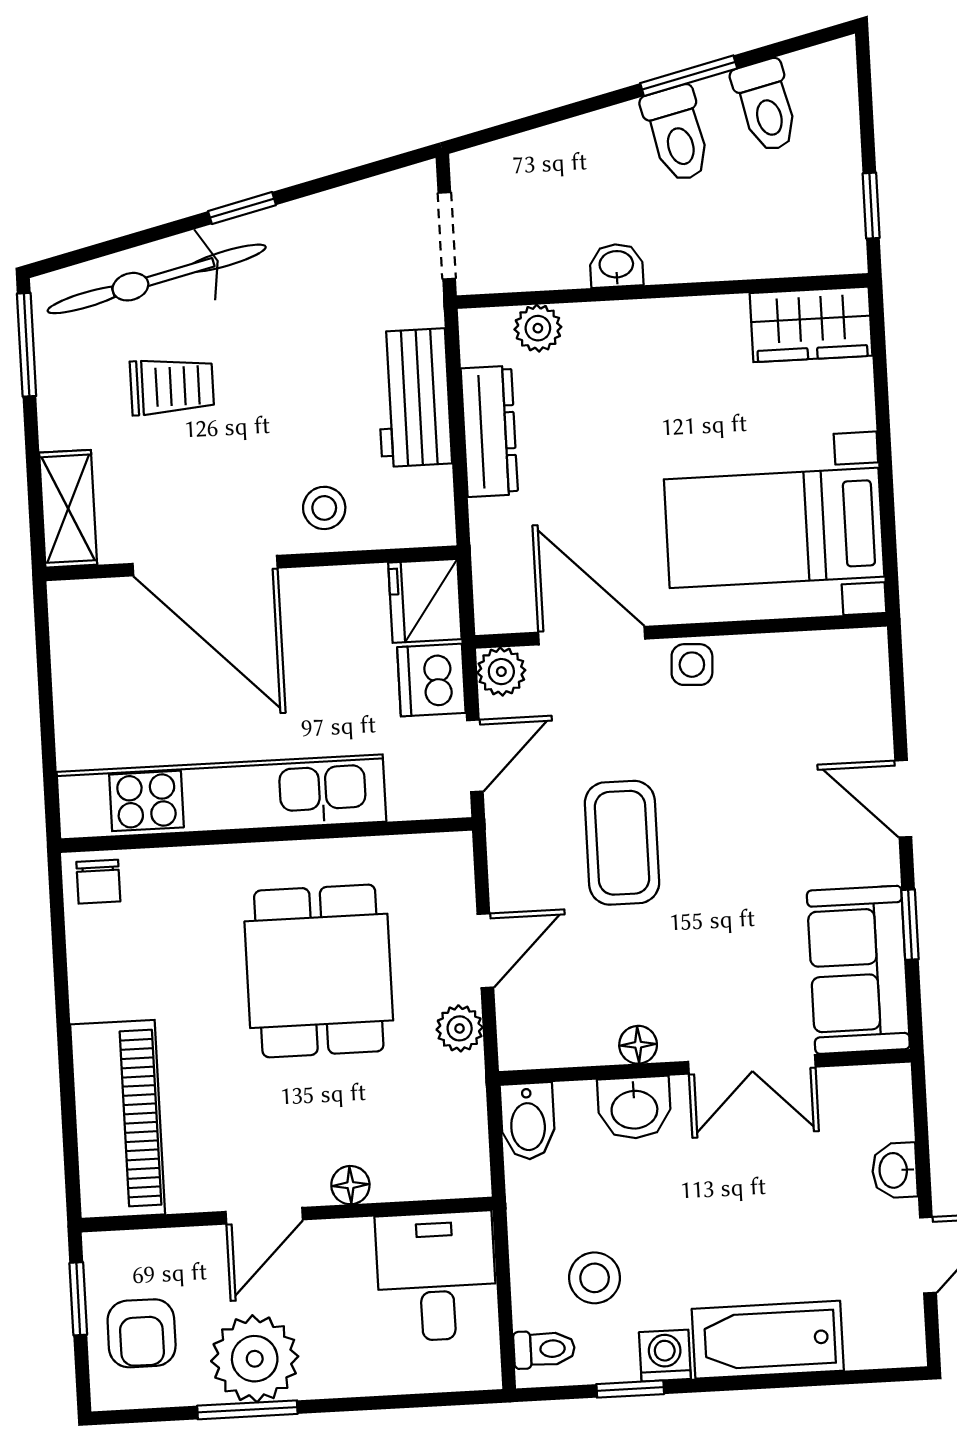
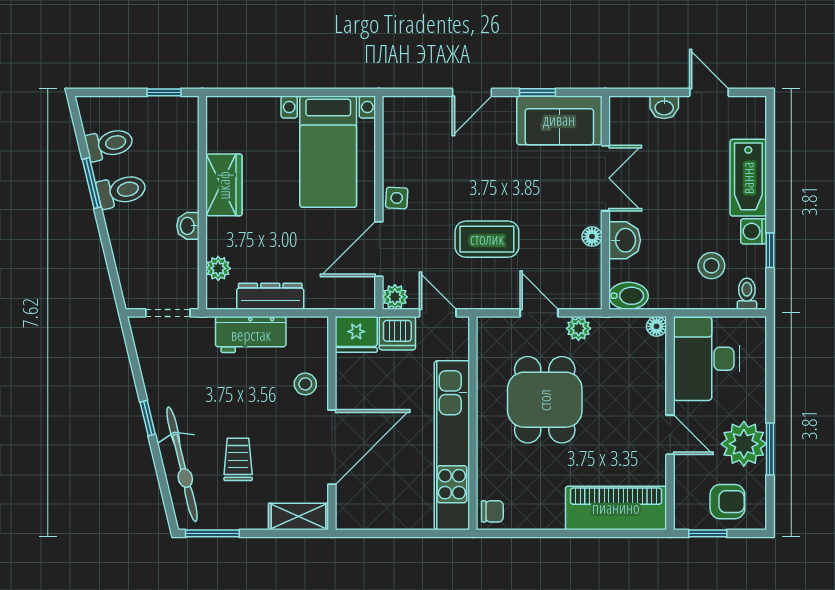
wardrobe: (811, 324) -> (224, 185), moved
dining table: (319, 971) -> (545, 400), turned 90
floor lamp: (350, 1185) -> (657, 326), moved
desk: (436, 1277) -> (706, 359), width x1.37

